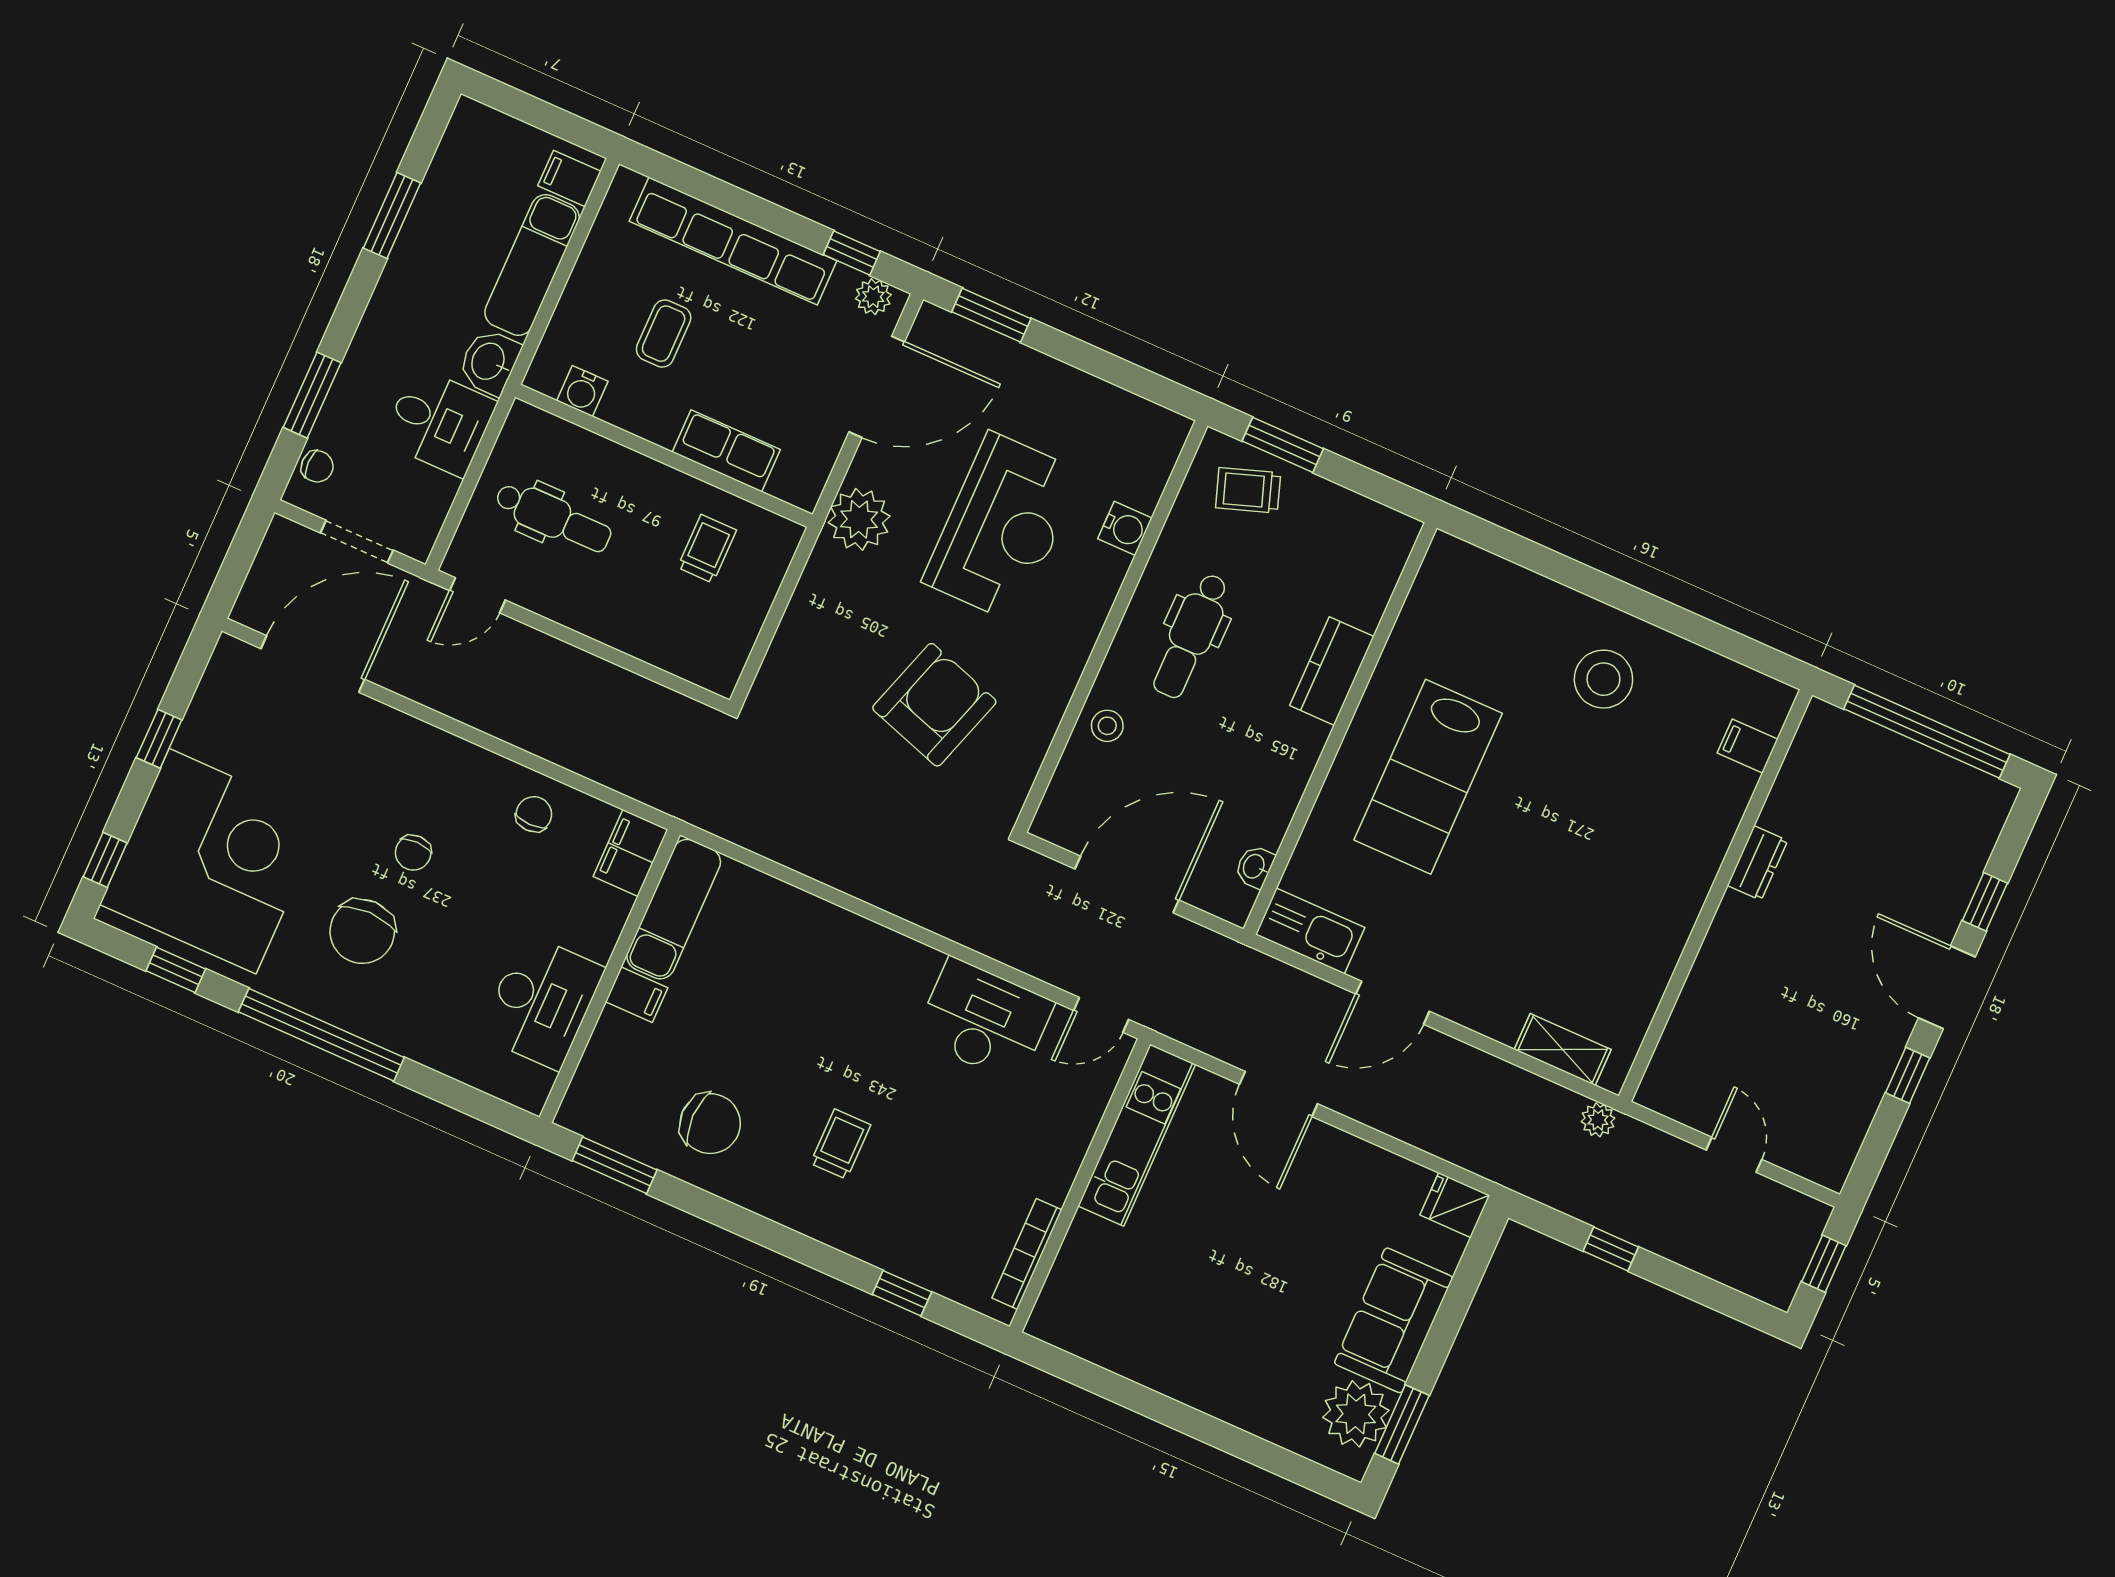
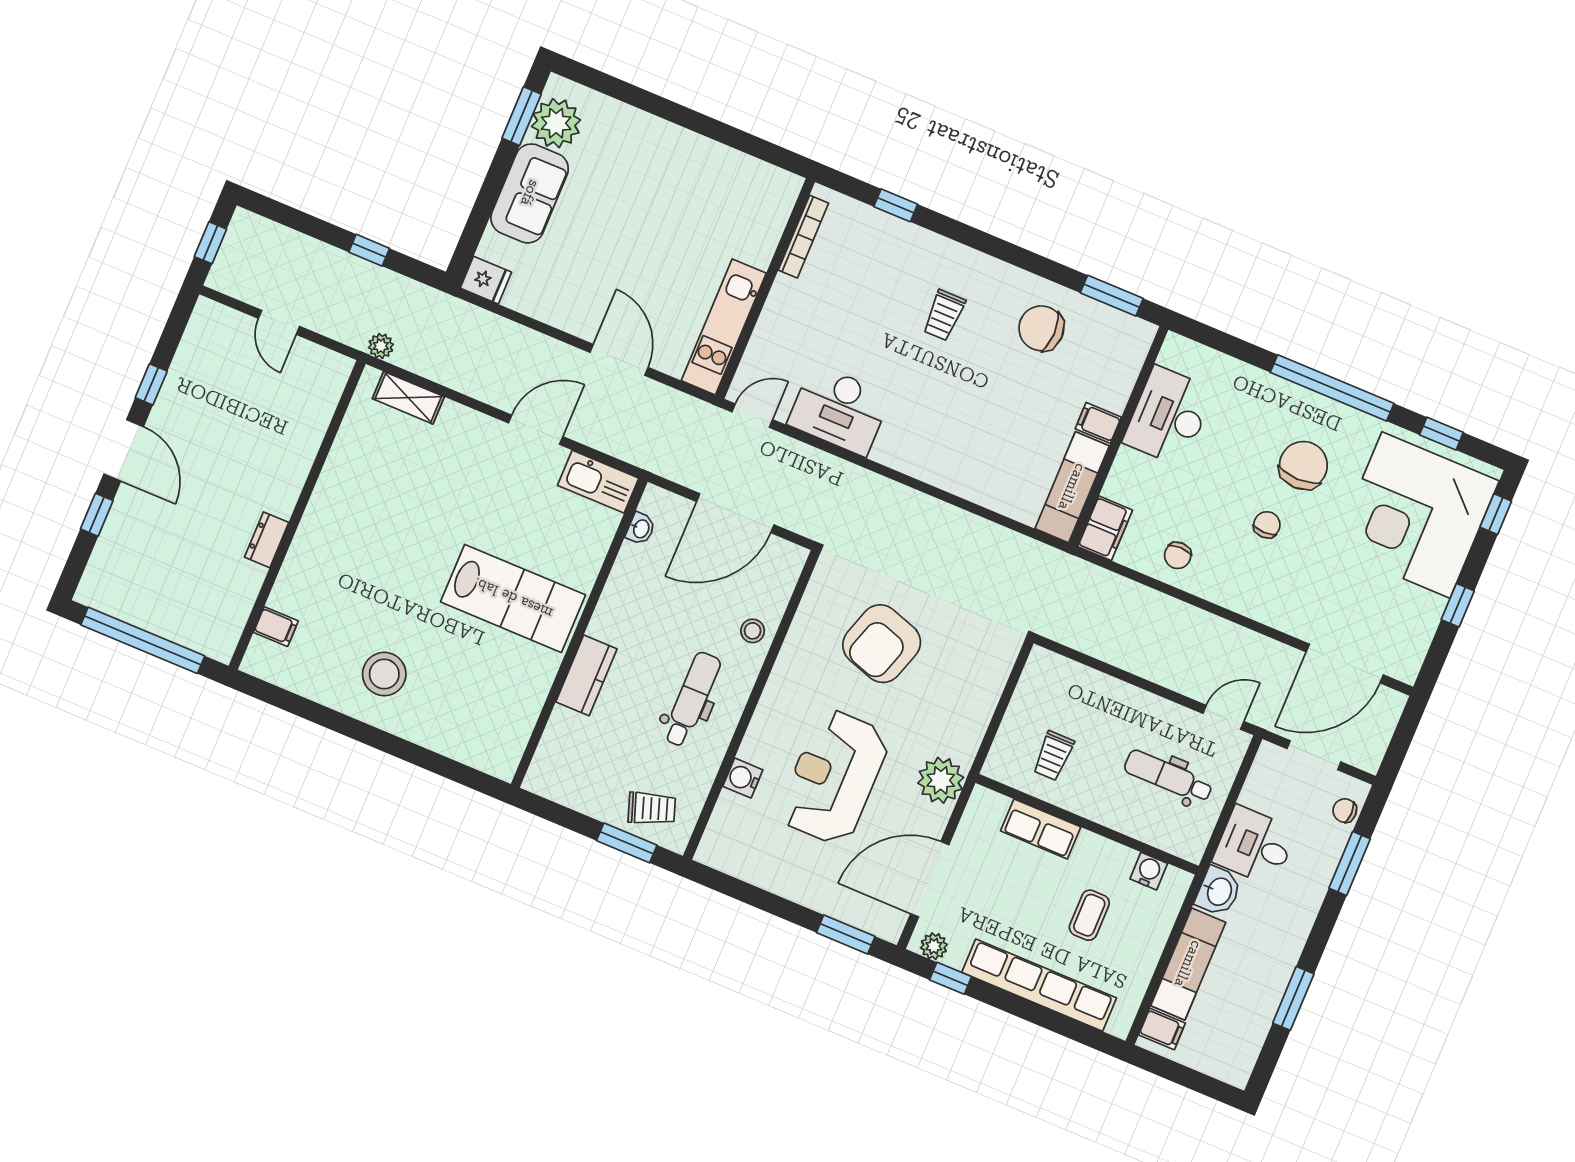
lab bench: (1428, 777) -> (513, 598), turned 90

